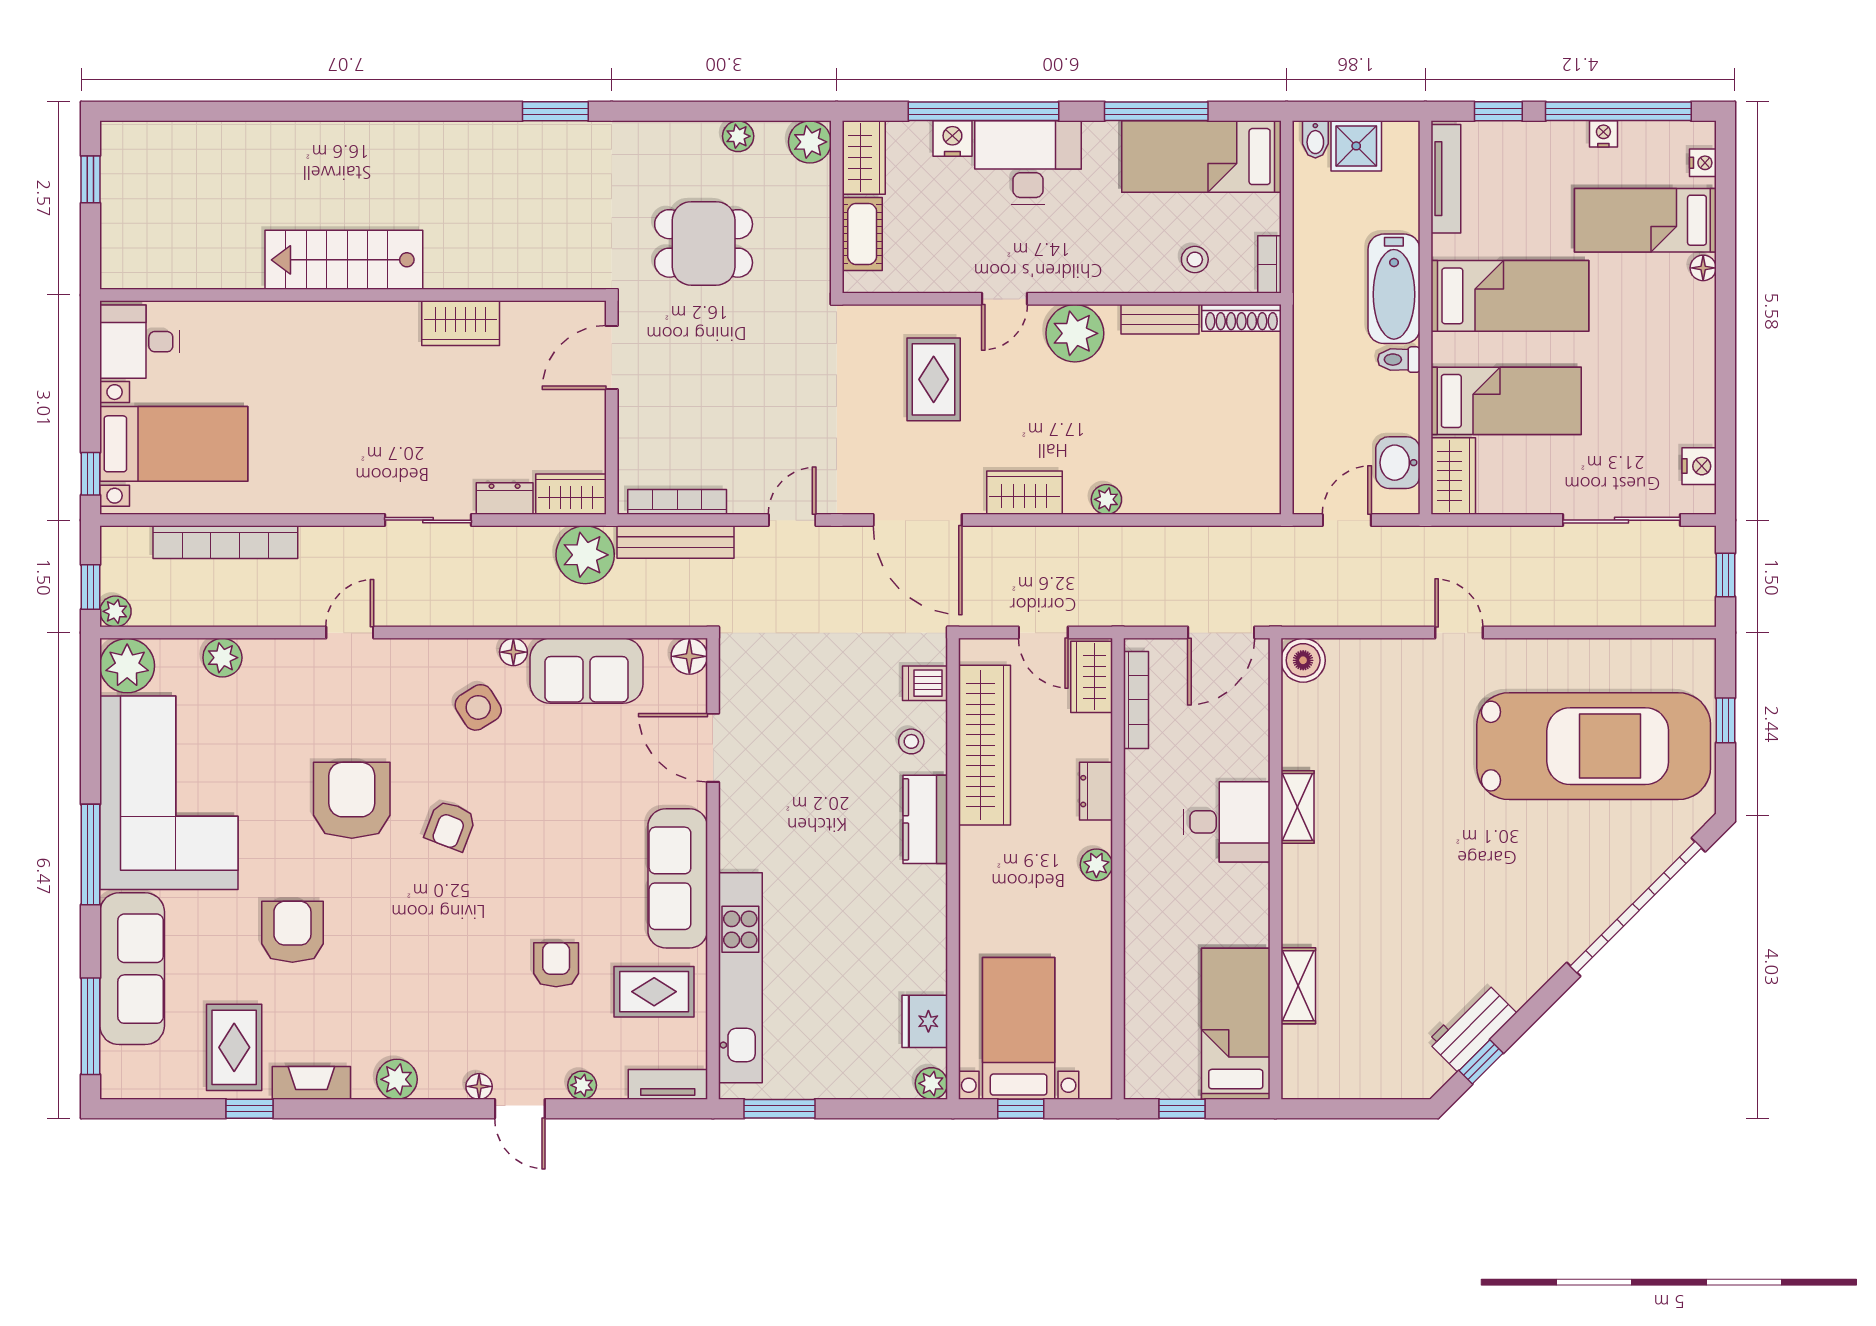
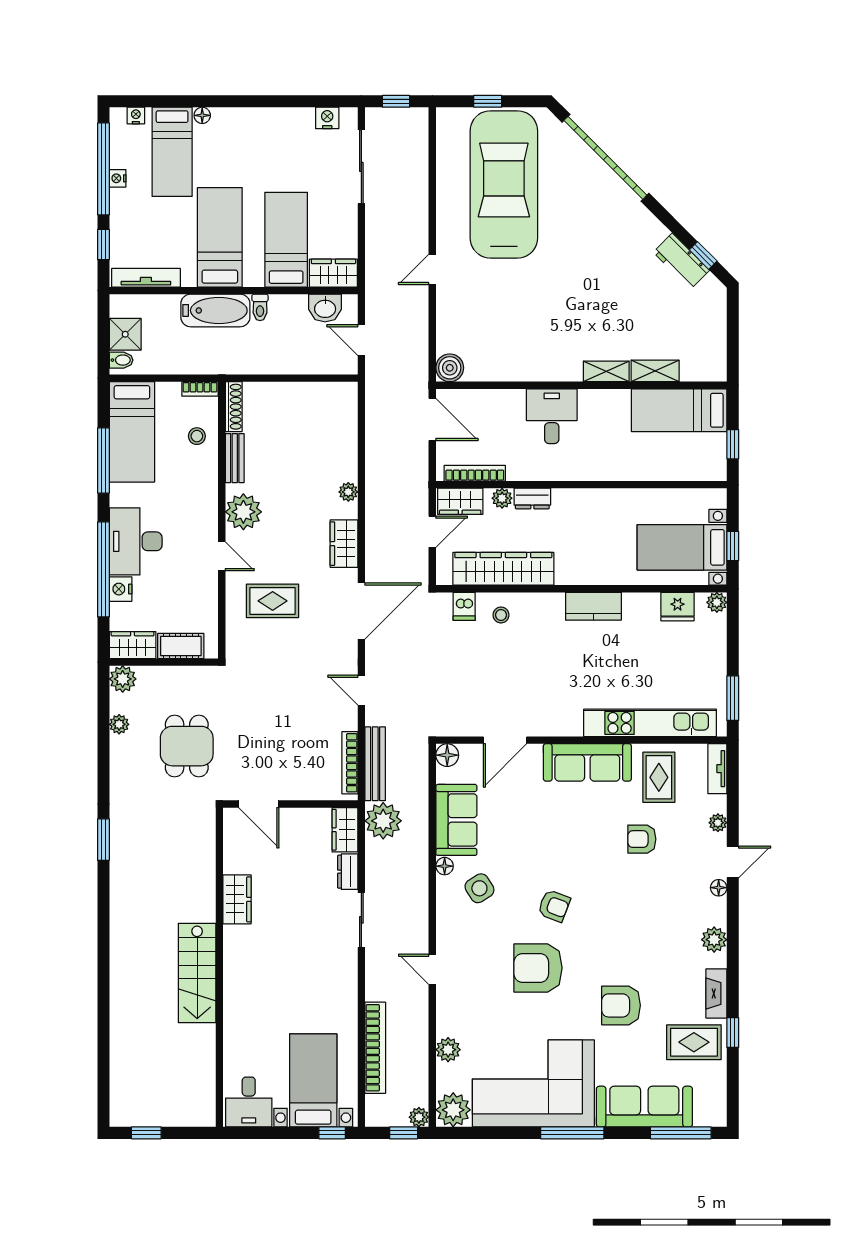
shelving: (1297, 807) -> (606, 371), moved
kitchen counter: (925, 819) -> (593, 606), moved
plant: (1096, 865) -> (502, 498), moved

